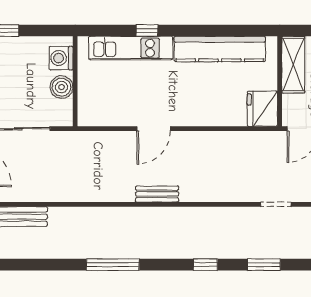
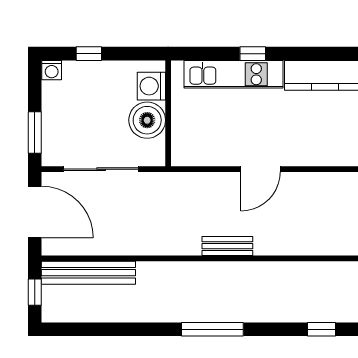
boiler: (62, 87) -> (147, 120), width x1.37, depth x1.37
bench: (157, 194) -> (227, 246), moved

